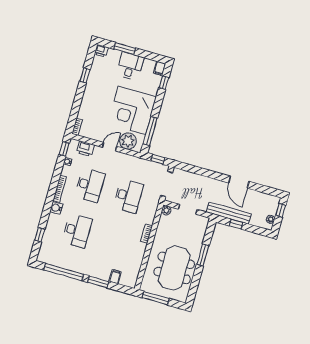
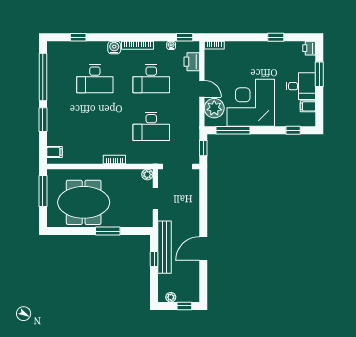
filing cabinet: (160, 68) -> (308, 106), moved
filing cabinet: (115, 277) -> (54, 152), moved

